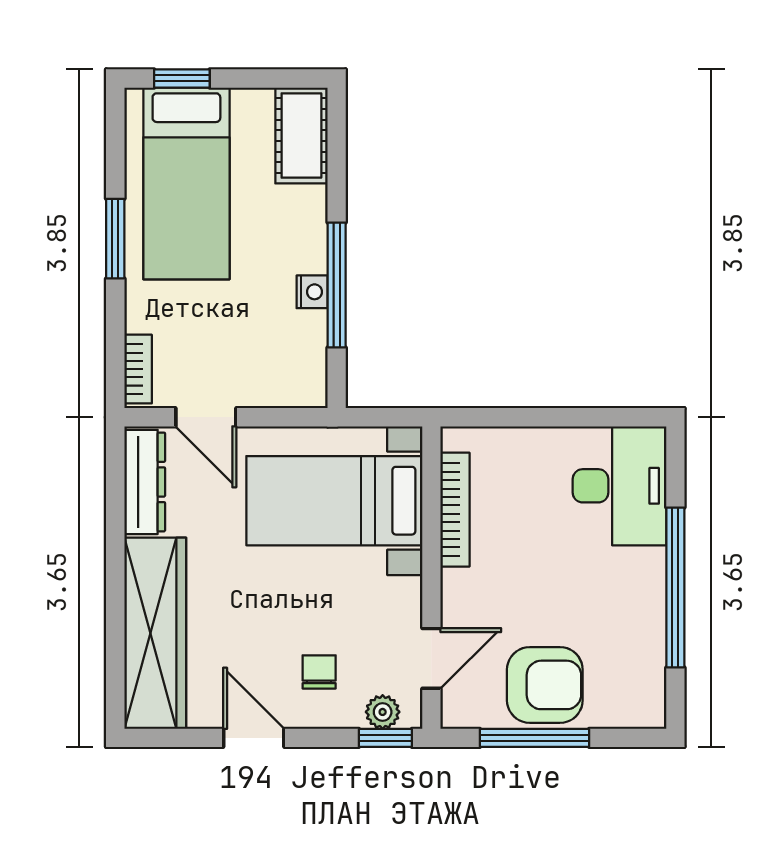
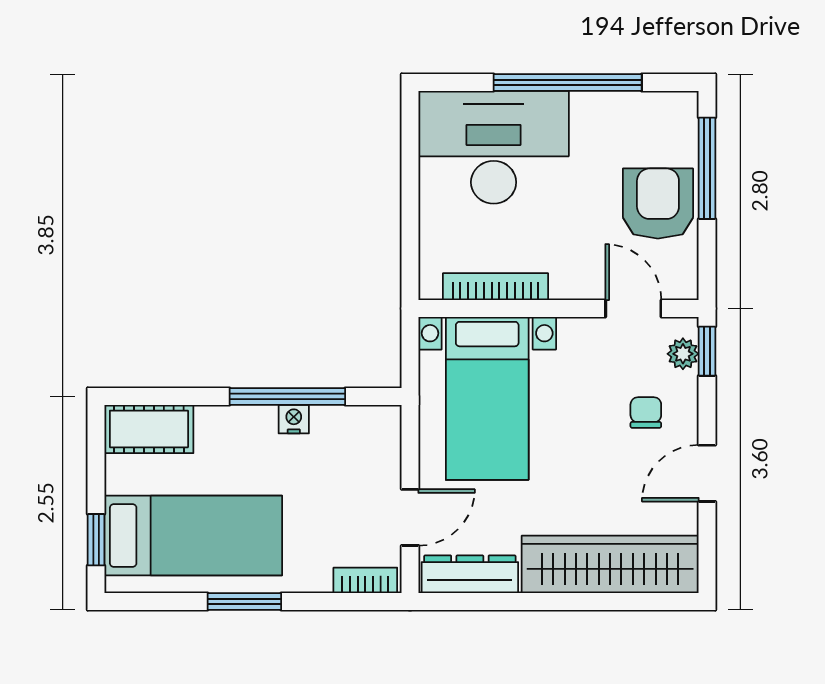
desk: (620, 486) -> (494, 147), width x1.36, depth x1.30
chair: (319, 672) -> (646, 413), turned 90
window: (534, 738) -> (707, 168), moved

